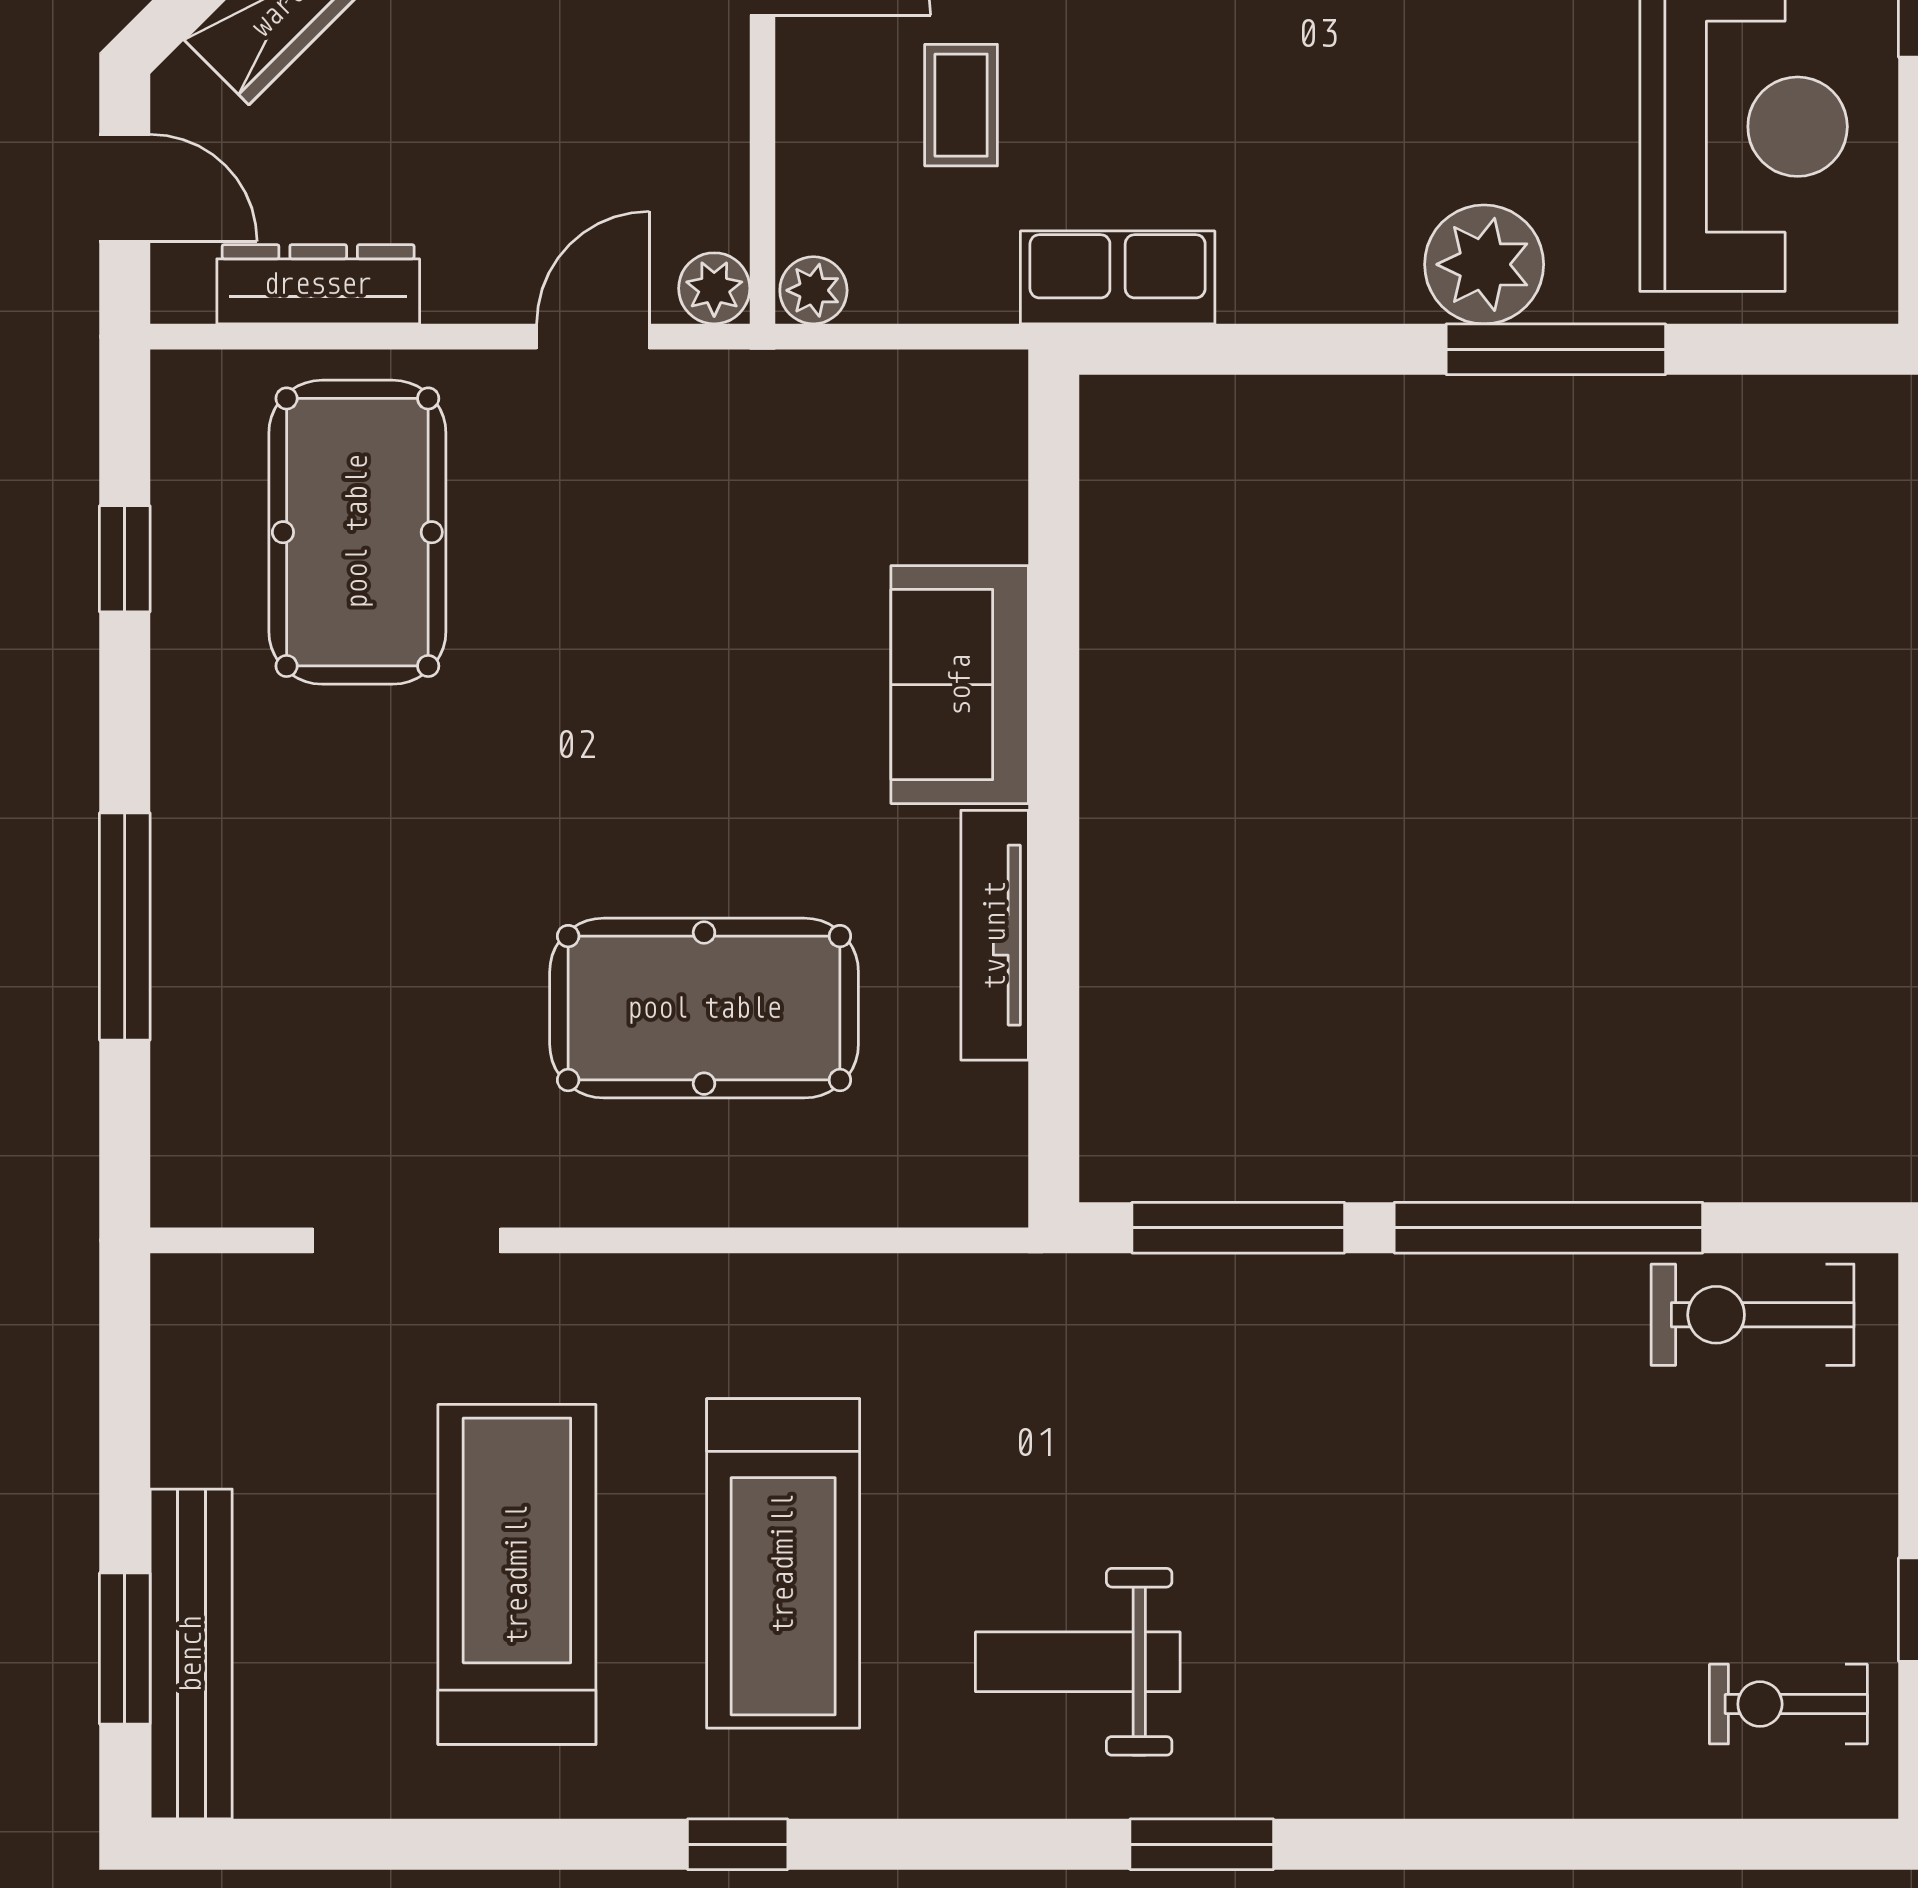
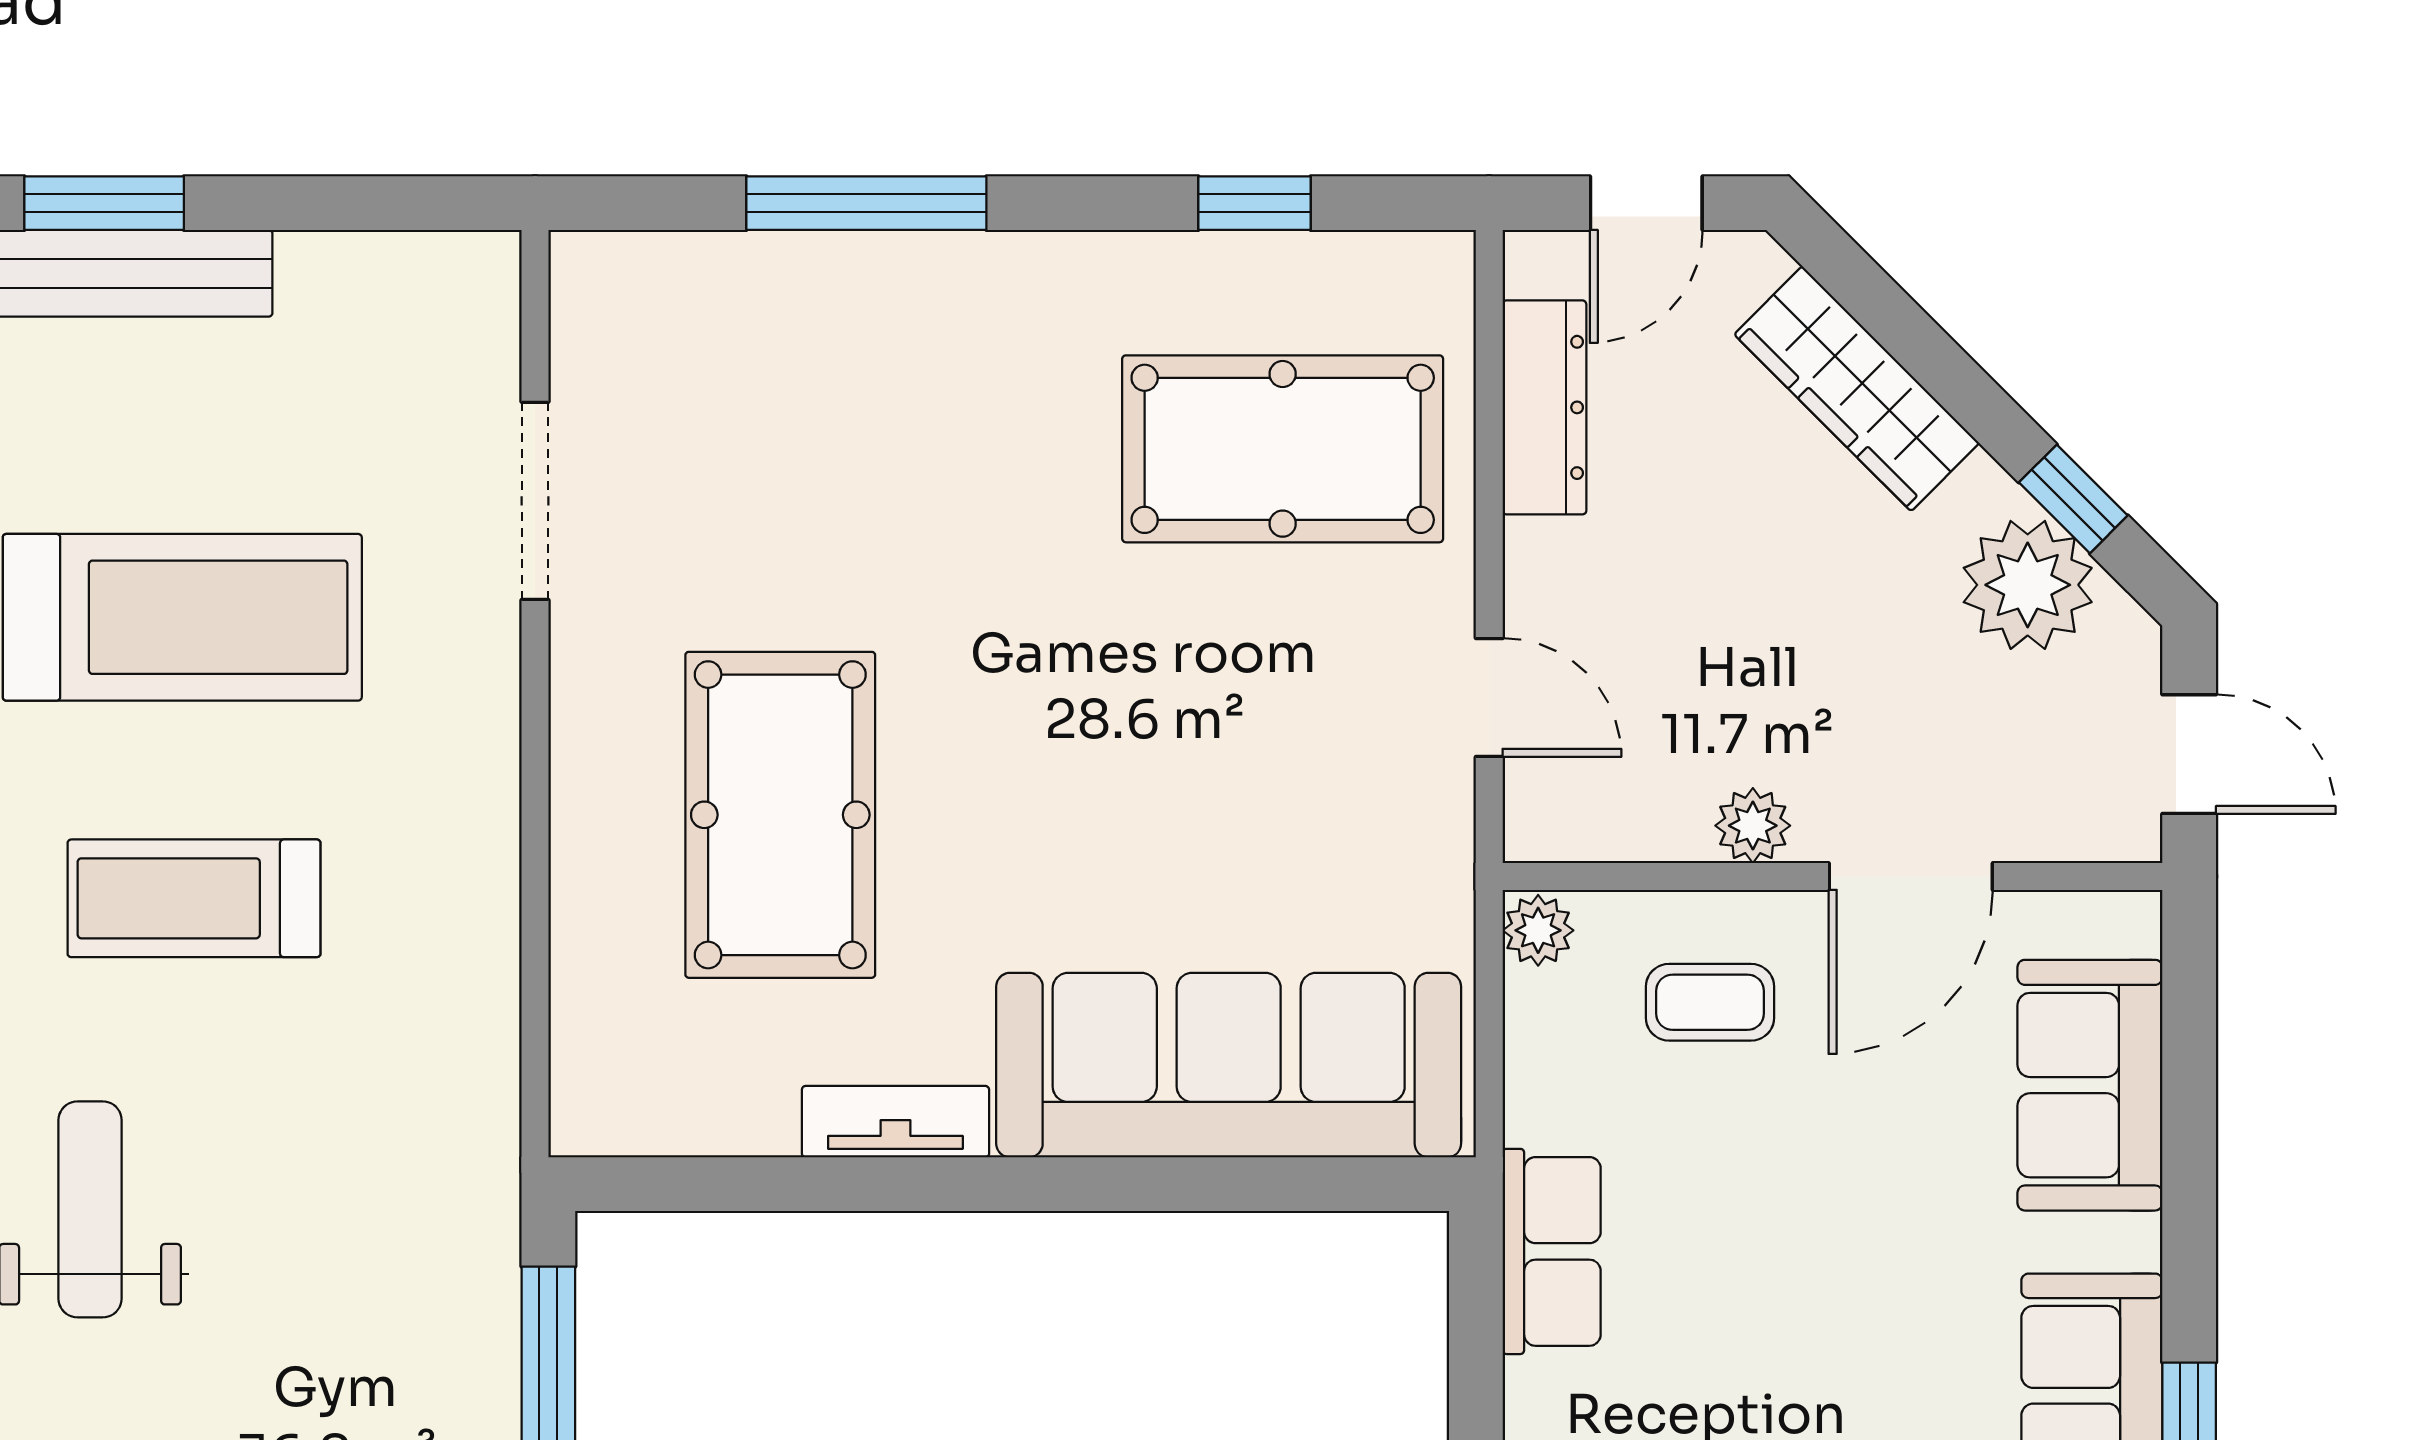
coffee table: (961, 105) -> (1710, 1002), moved
plant: (714, 288) -> (1753, 826), moved
sofa: (960, 685) -> (1229, 1065), width x1.85, depth x1.27
tv unit: (995, 935) -> (895, 1122), width x0.71
treadmill: (783, 1563) -> (194, 898), width x0.73, depth x0.73

